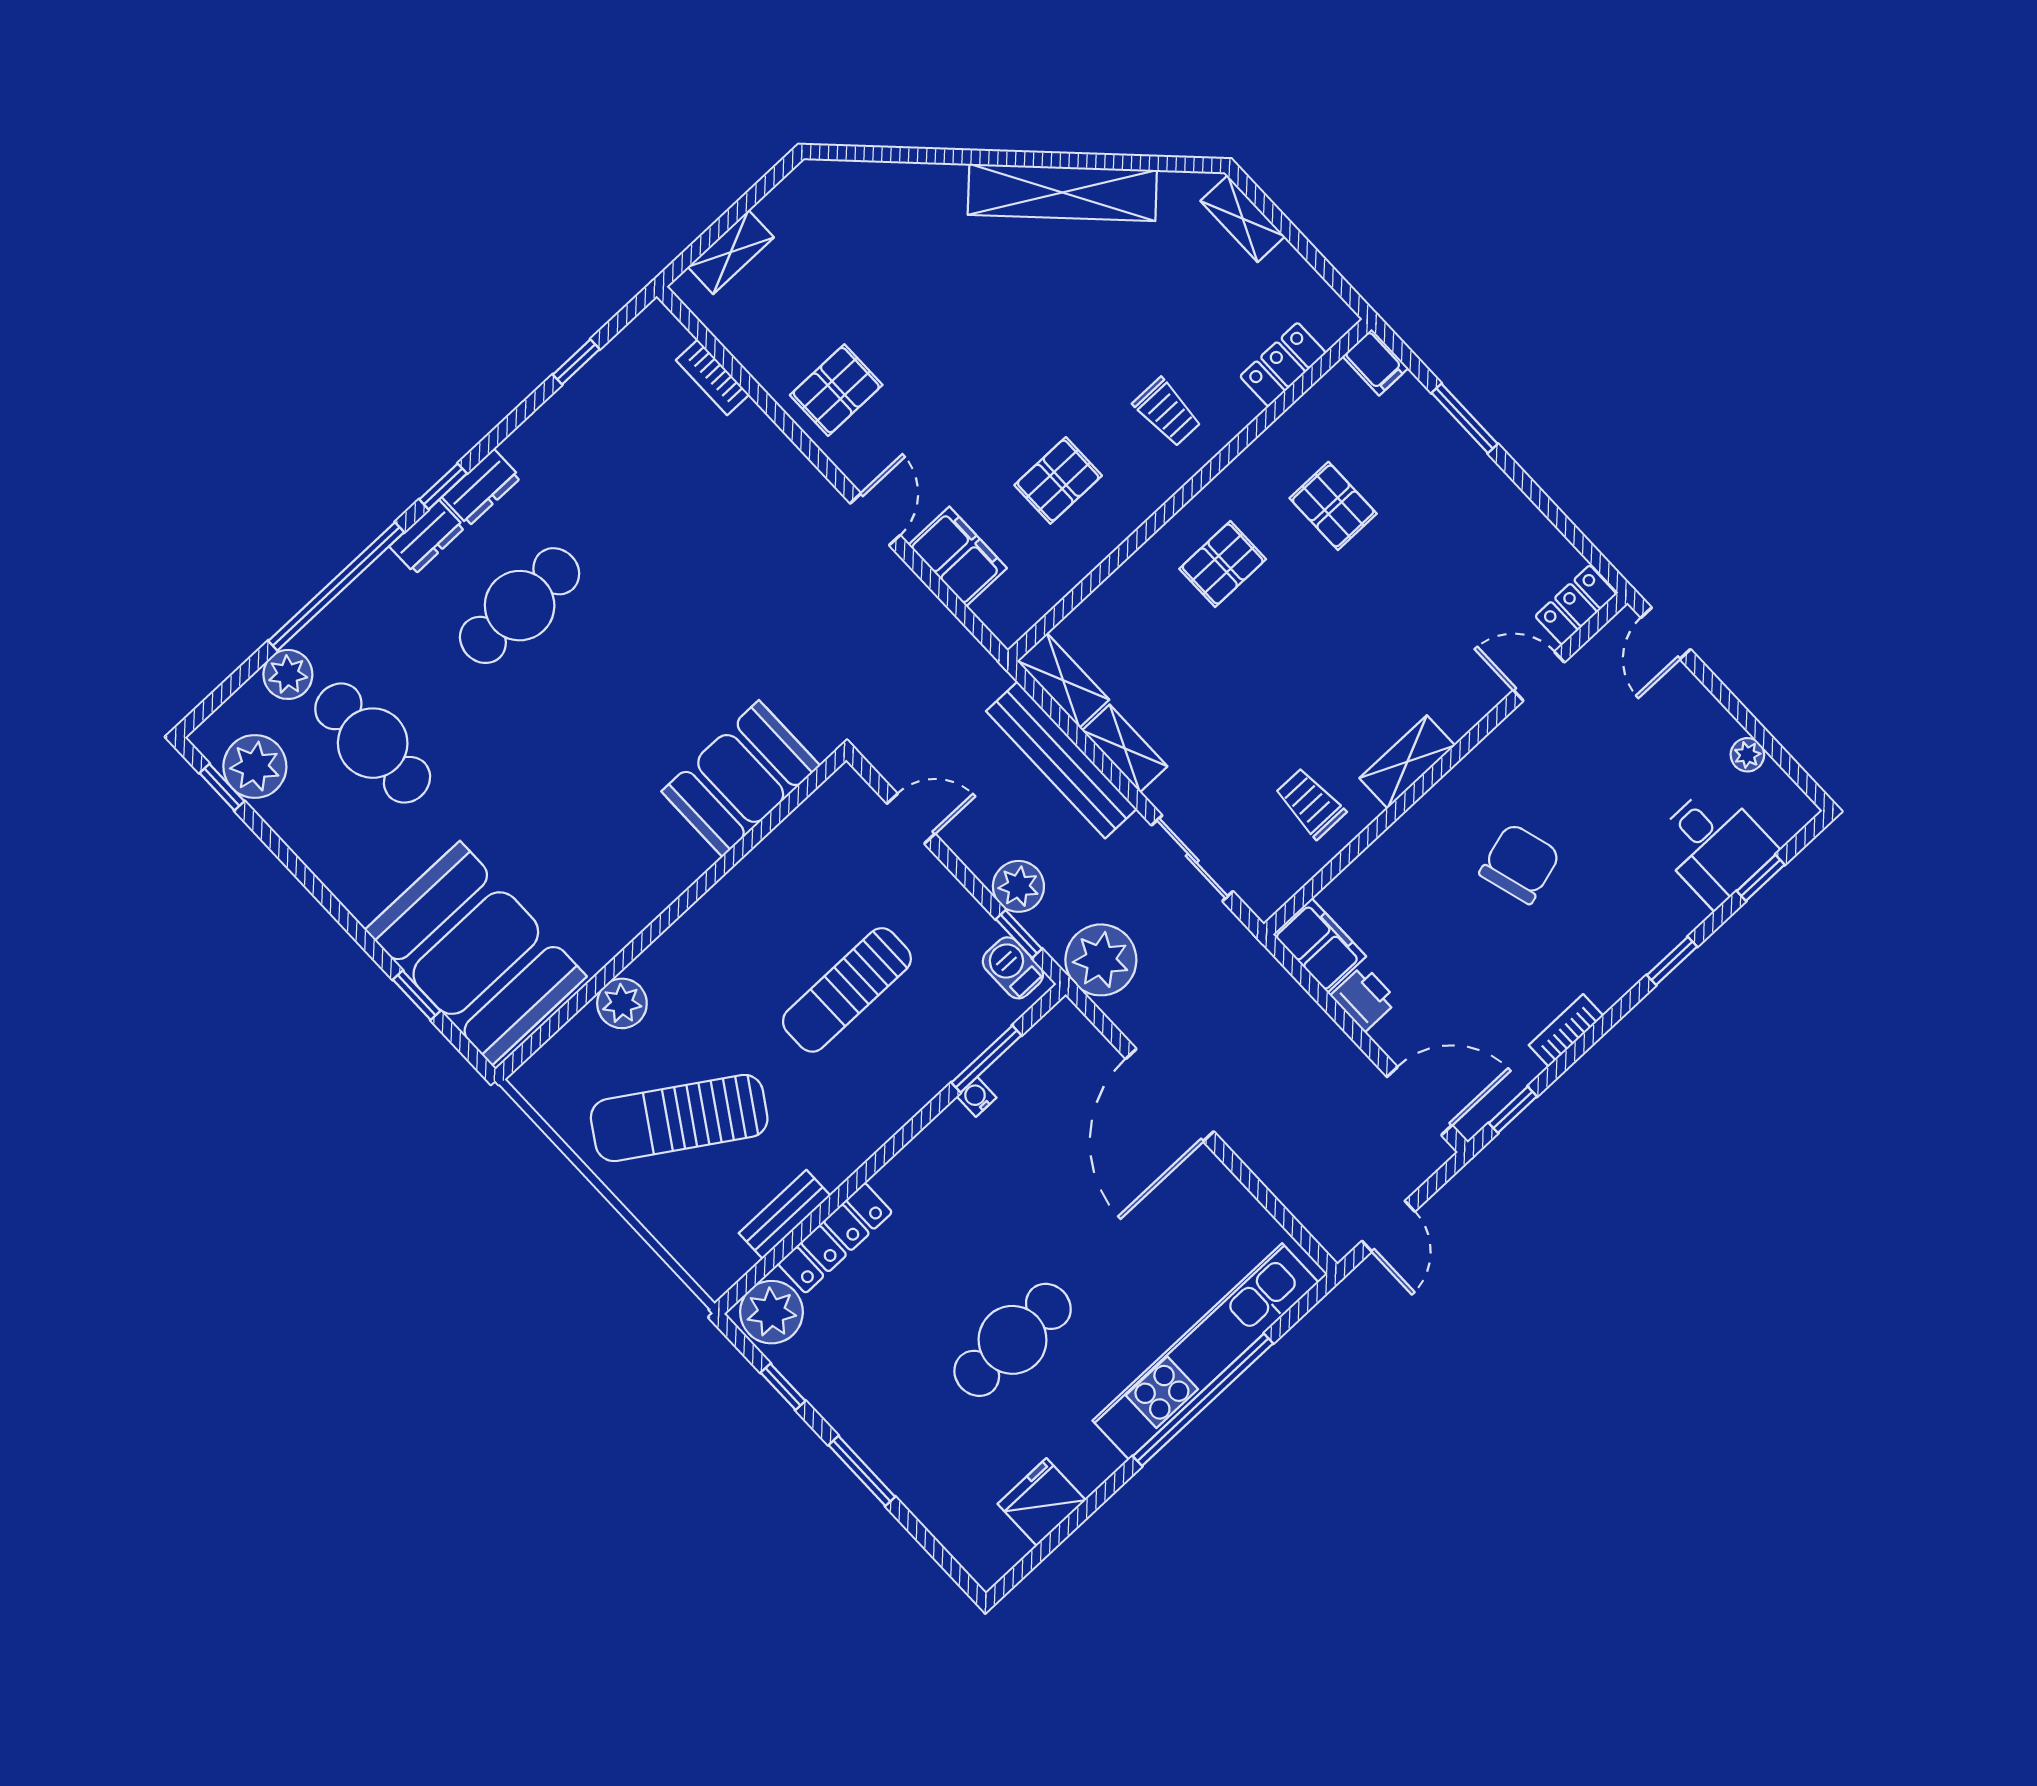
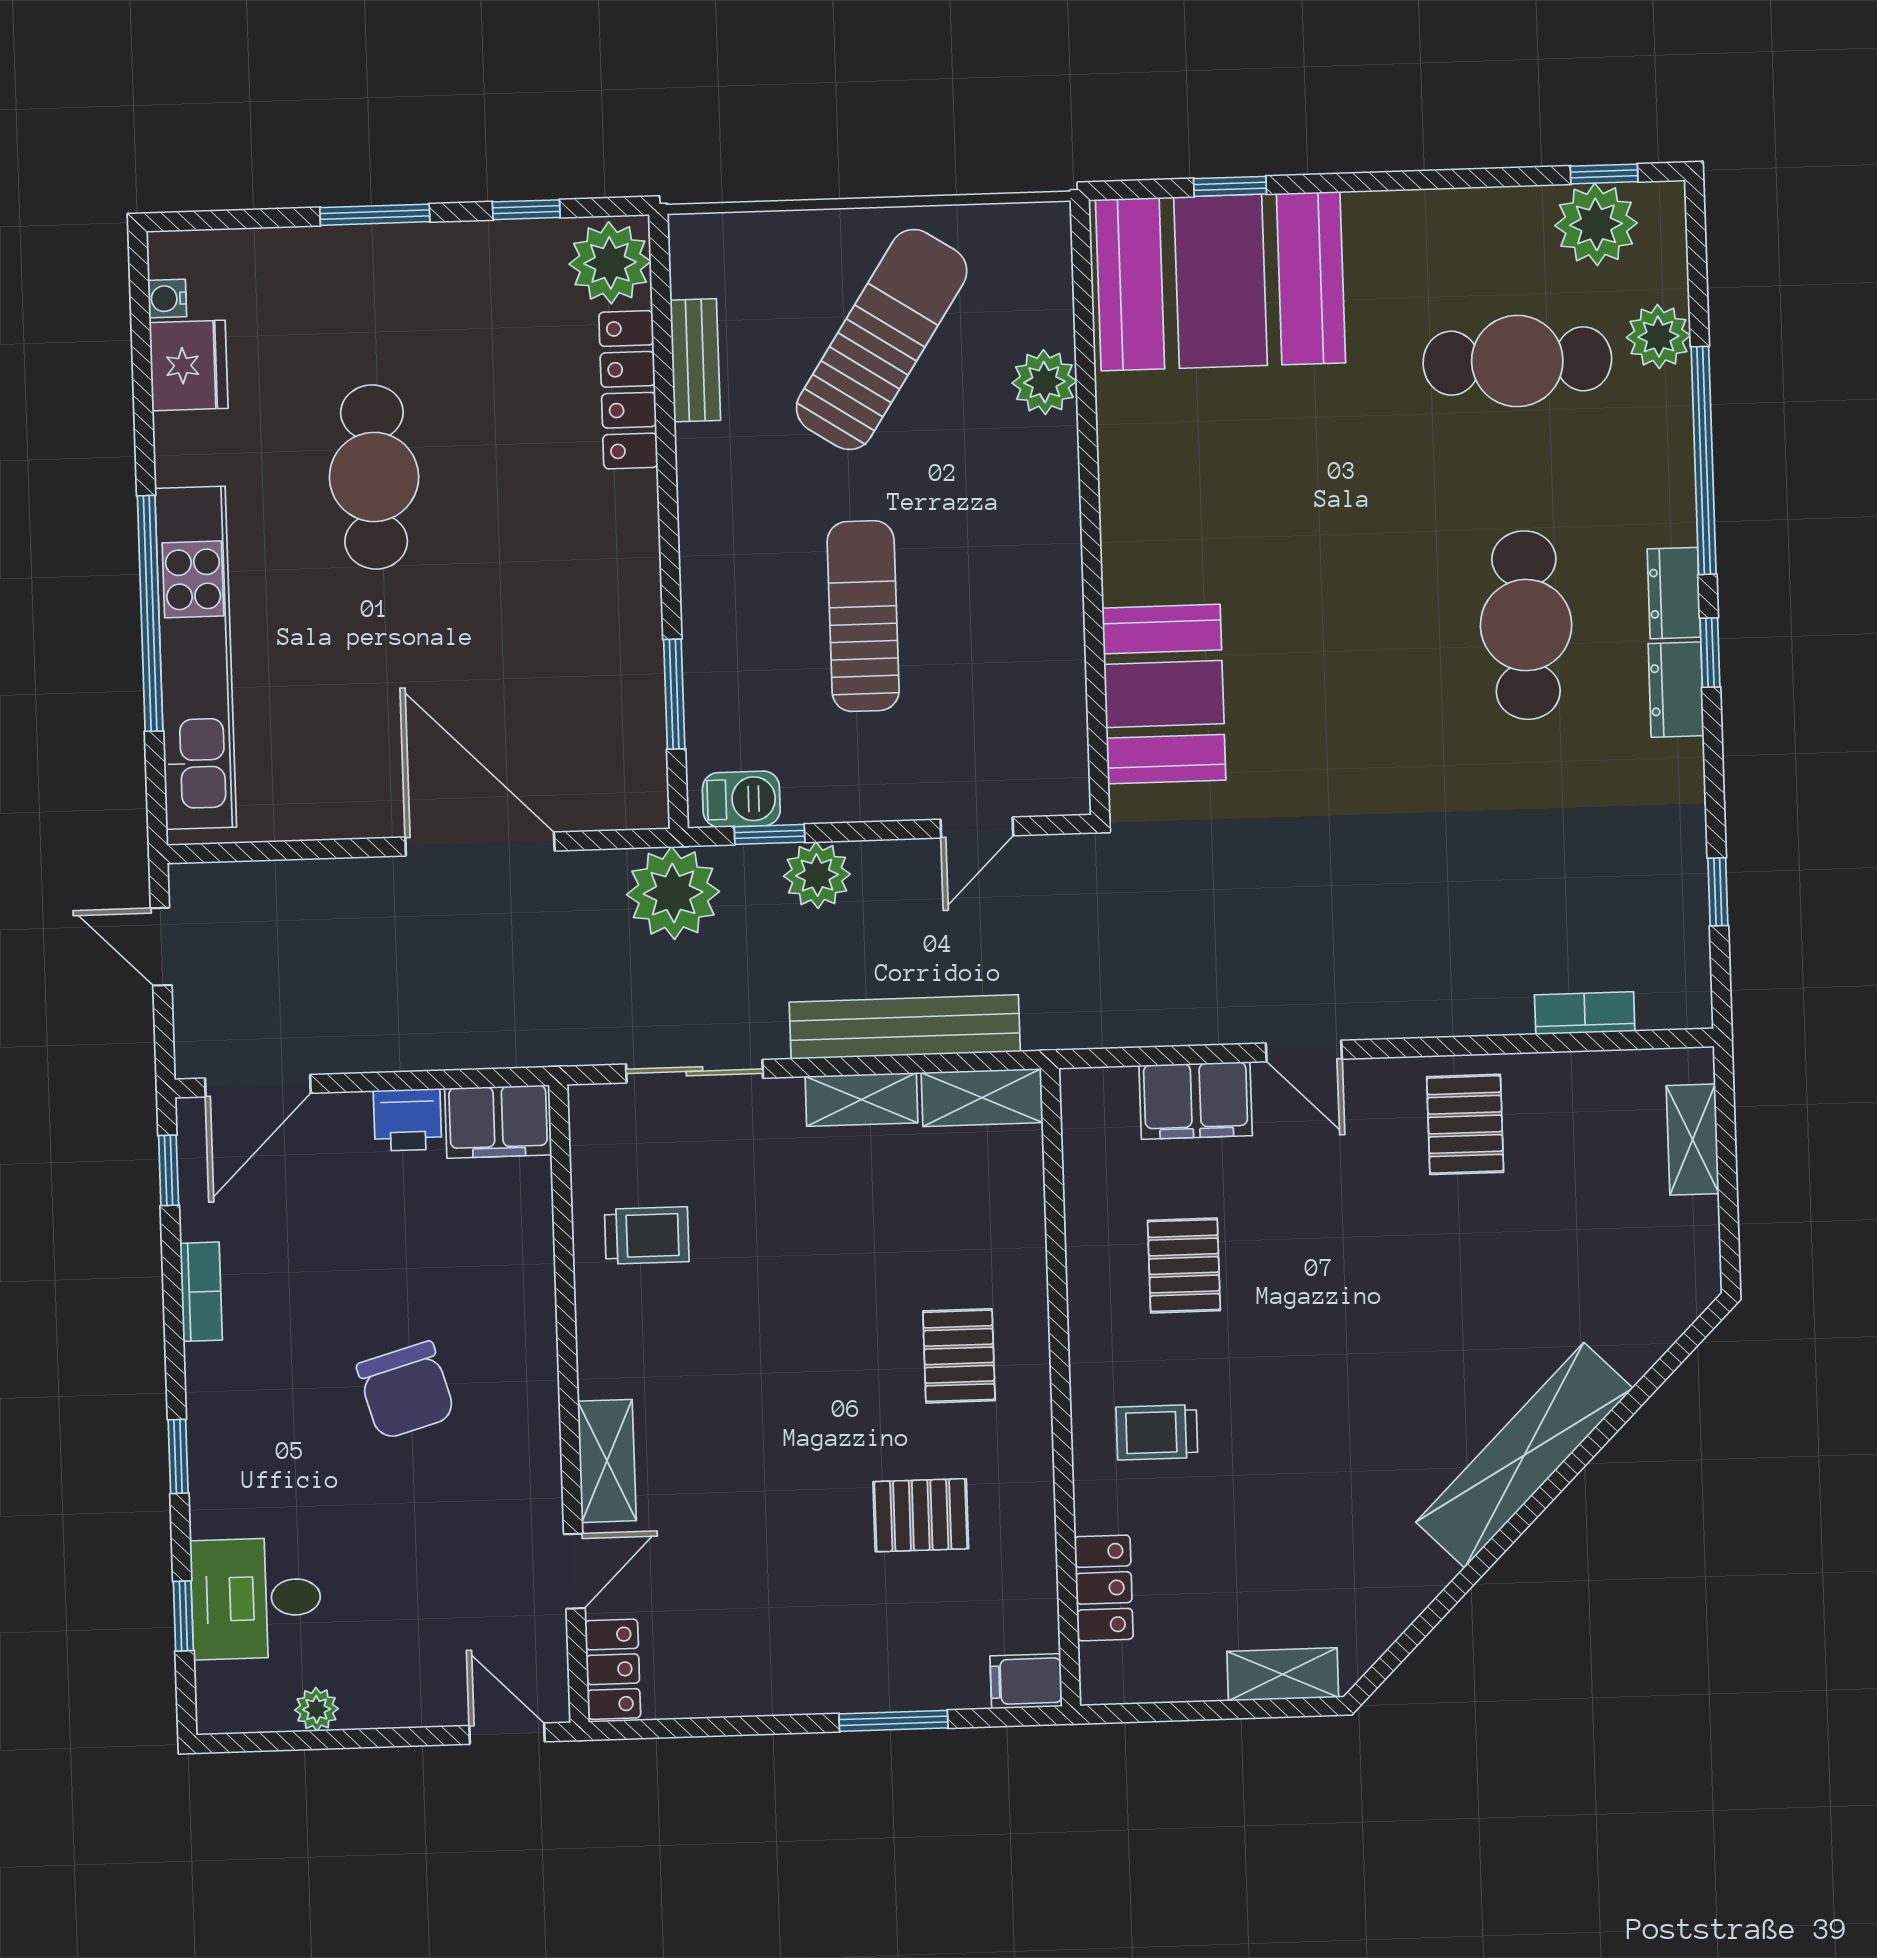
shelving: (1062, 192) -> (1524, 1455), moved
shelving: (1407, 762) -> (607, 1461), moved
water cooler: (977, 1097) -> (167, 299), moved, turned 180

